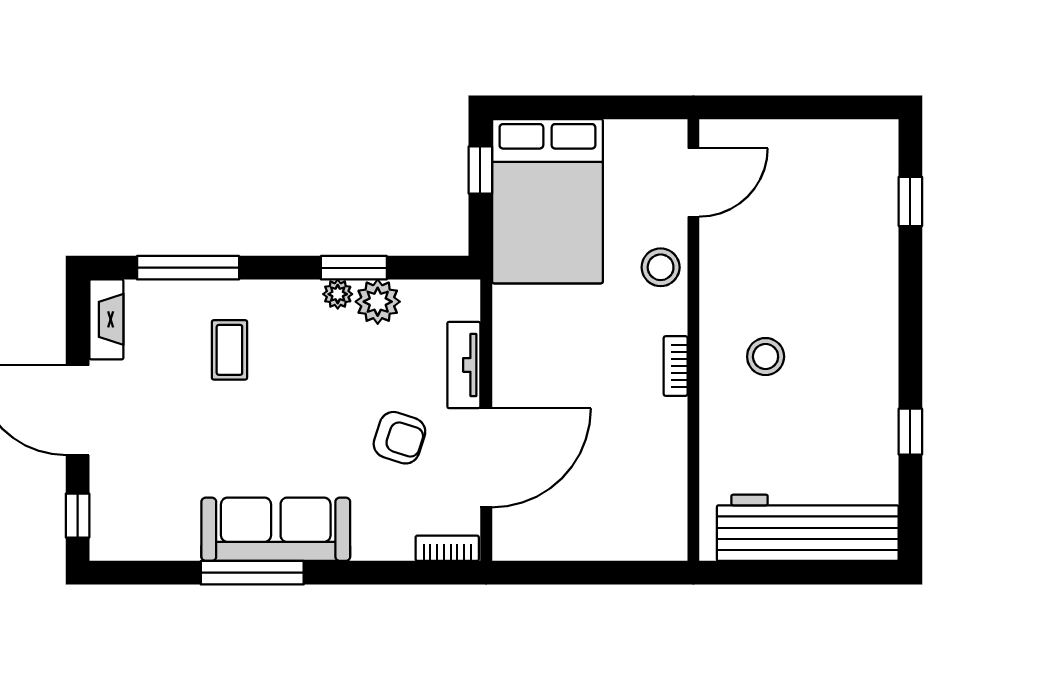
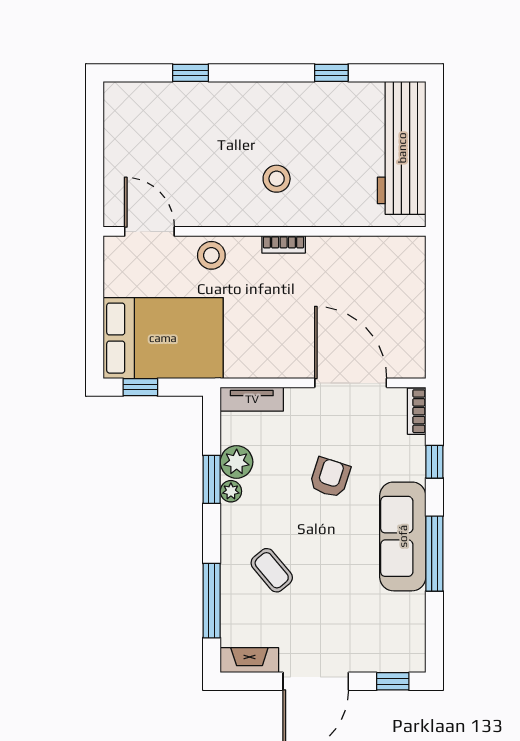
window: (910, 201) -> (190, 73), moved
coffee table: (229, 350) -> (272, 570), turned 50
tv unit: (464, 365) -> (252, 399), moved
armchair: (399, 438) -> (330, 477), moved
window: (378, 573) -> (434, 462), added

